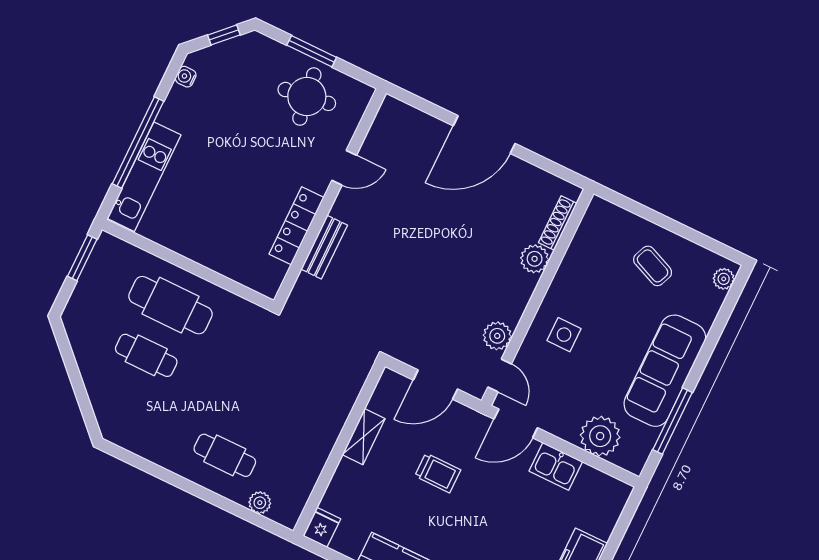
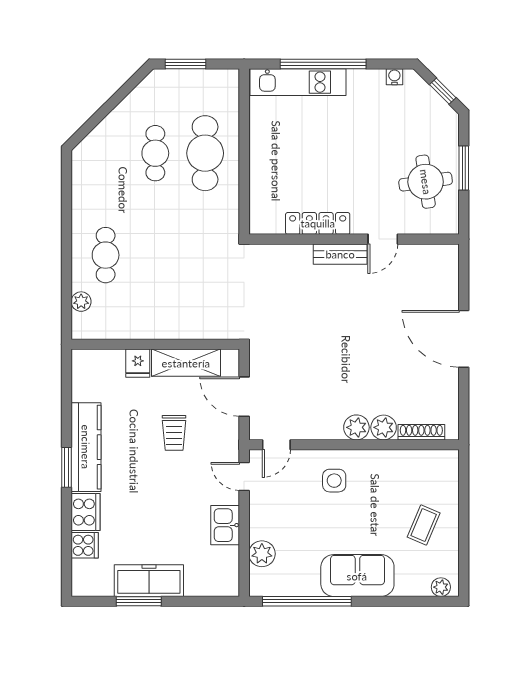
door: (344, 168) -> (383, 239), hinge flipped
bench: (324, 247) -> (340, 254), moved
window: (82, 258) -> (185, 64), moved
plant: (497, 336) -> (356, 427), moved
sofa: (665, 371) -> (357, 576), width x0.73
window: (673, 421) -> (307, 601), width x1.46
door: (516, 423) -> (244, 476), width x0.73
plant: (600, 436) -> (262, 554), width x0.73, depth x0.73
shelving: (364, 437) -> (186, 363), width x1.50, depth x1.33
fridge: (322, 527) -> (138, 363), moved, turned 90

